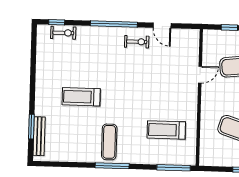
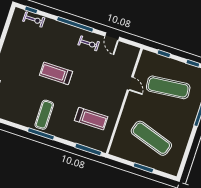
door: (200, 75) -> (130, 84), hinge flipped
treadmill: (81, 97) -> (56, 73), moved
treadmill: (166, 130) -> (91, 119), turned 180

